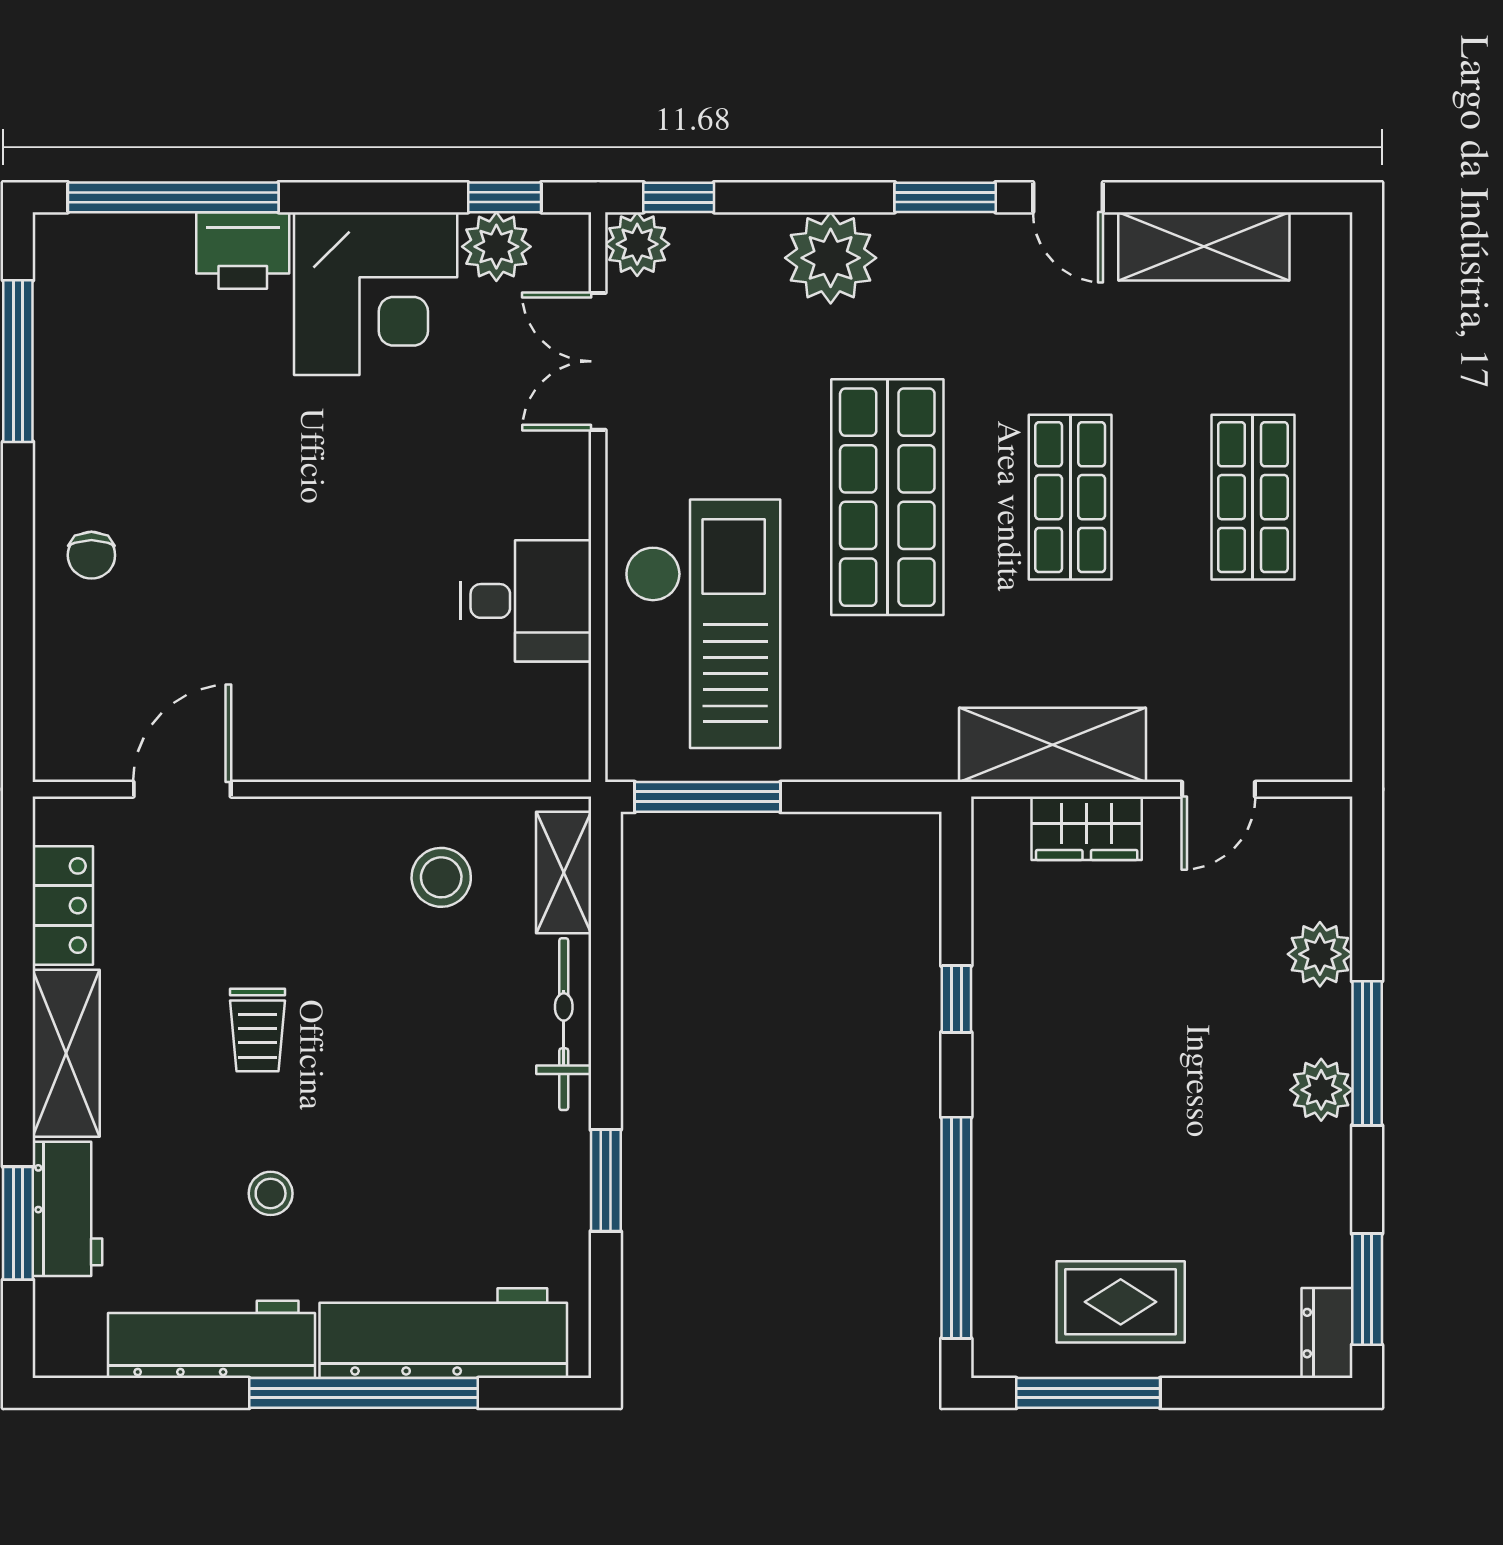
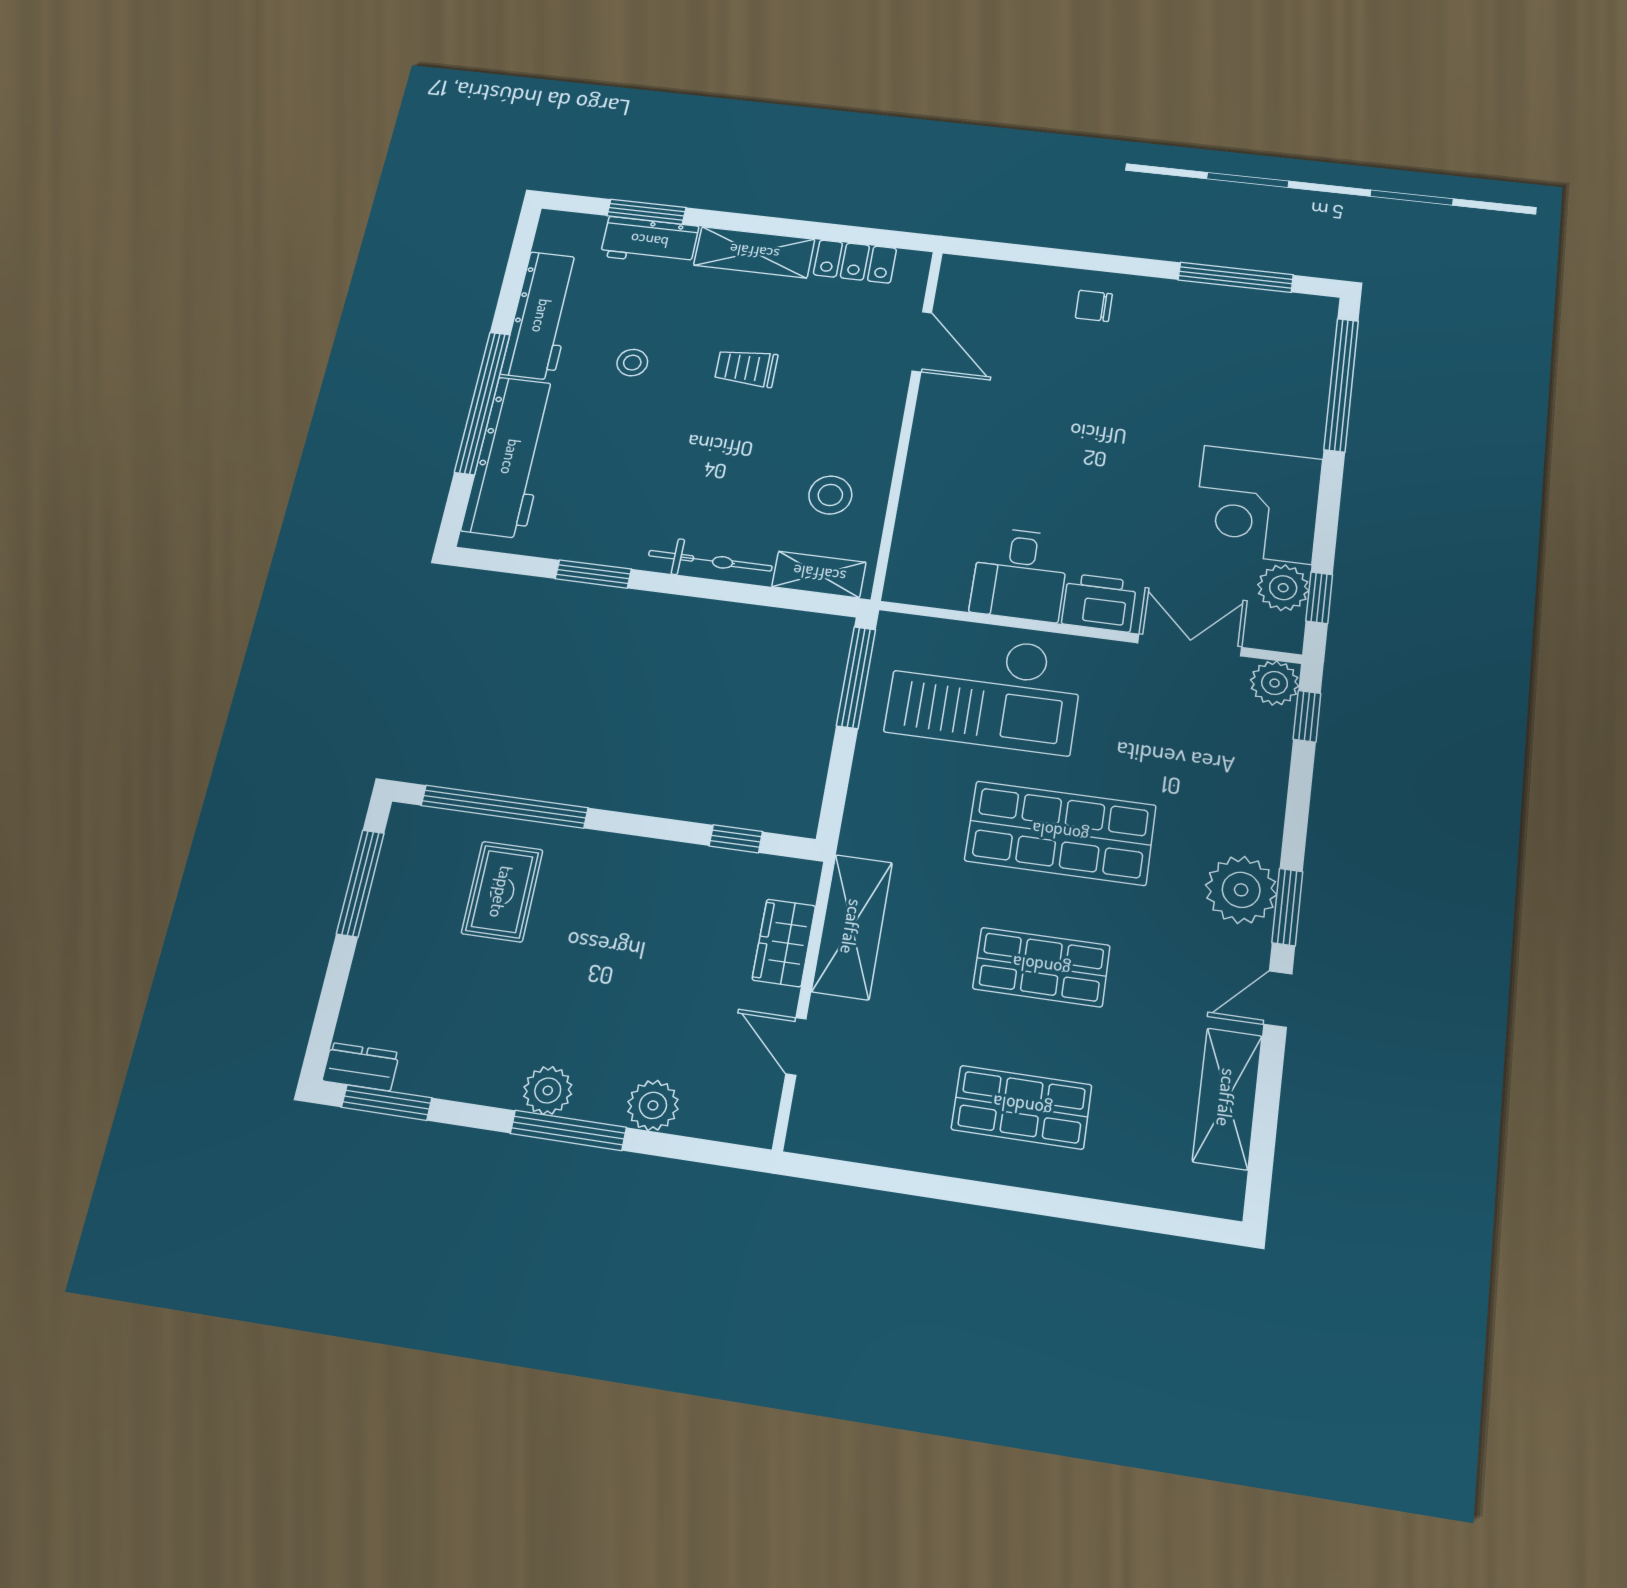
printer: (243, 250) -> (1099, 603), moved, turned 90
plant: (831, 258) -> (1241, 890), moved
window: (956, 999) -> (736, 839), moved
rug: (1121, 1302) -> (502, 892), moved

